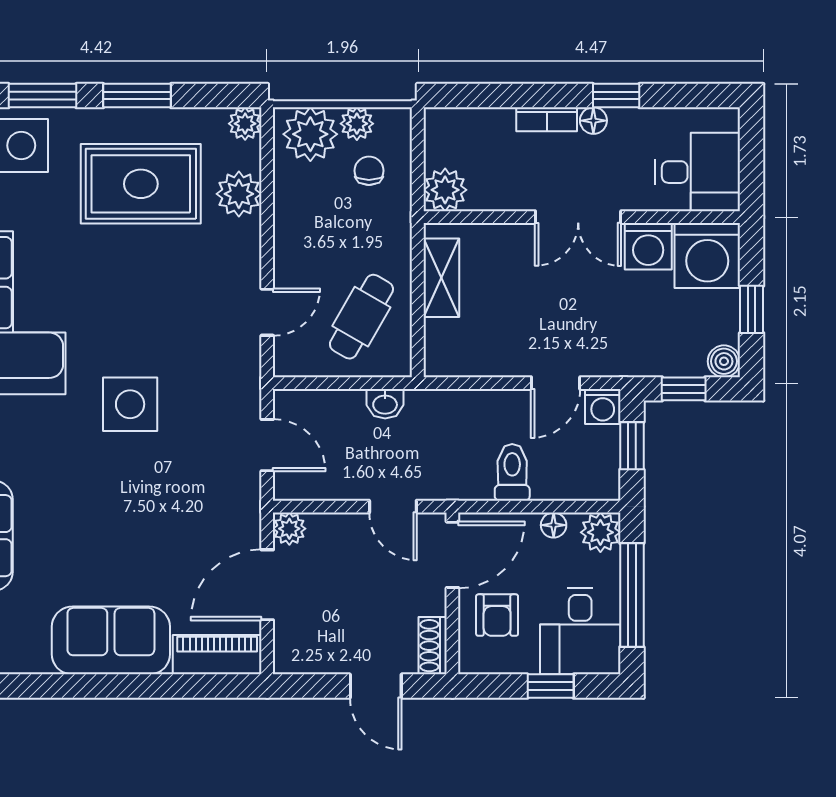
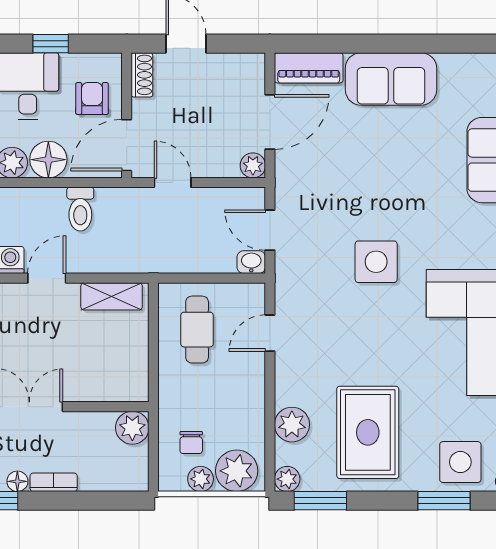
window: (137, 96) -> (320, 501), moved
rug: (141, 184) -> (368, 432), turned 90
shelving: (441, 278) -> (112, 296), moved, turned 90
cafe table: (361, 317) -> (197, 330), turned -30
washbasin: (385, 404) -> (251, 262), moved
floor lamp: (554, 525) -> (48, 160), width x1.89, depth x1.89

